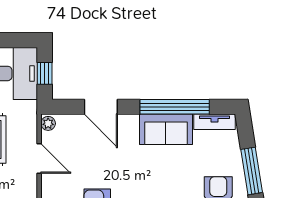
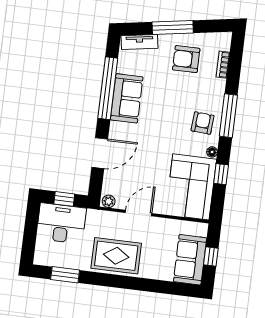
tv unit: (214, 122) -> (139, 42), moved, turned 81

